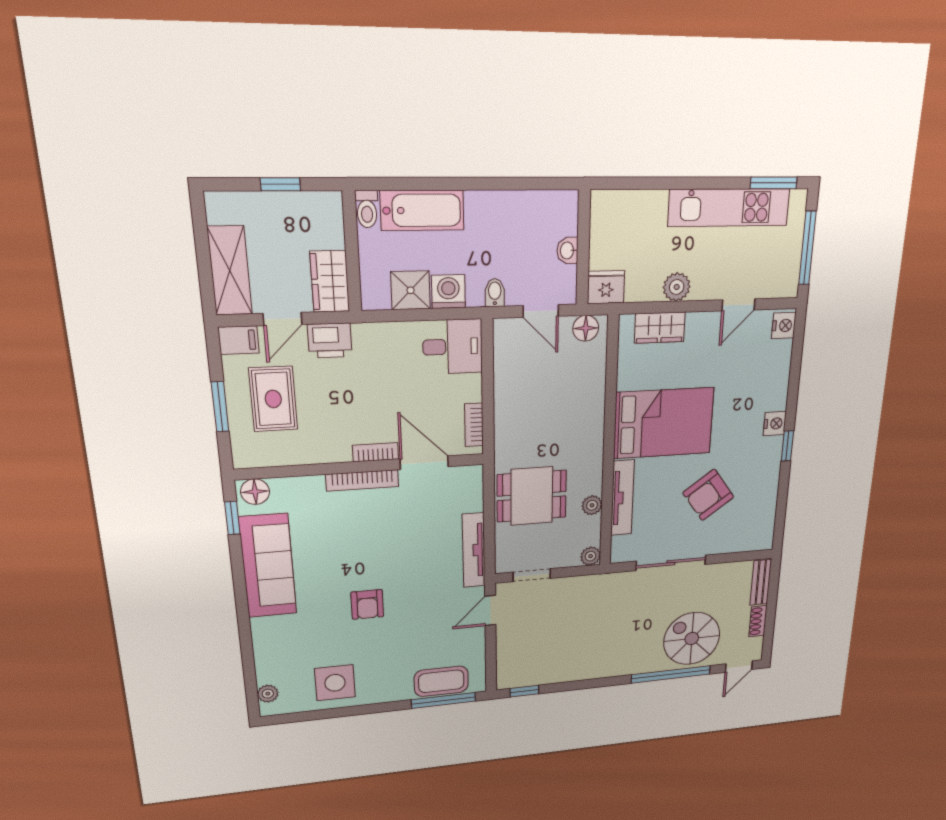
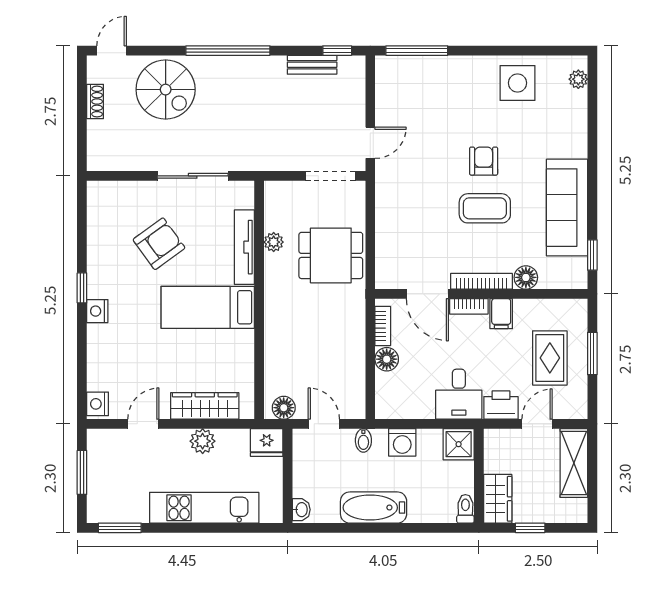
kitchen unit: (729, 208) -> (204, 508), moved
bathtub: (422, 210) -> (374, 508), moved
window: (807, 248) -> (82, 472), width x0.69
washbasin: (568, 251) -> (301, 510), moved
wardrobe: (330, 281) -> (498, 499), moved
shower: (411, 290) -> (459, 444), moved
wardrobe: (660, 328) -> (205, 406), width x1.50
filing cabinet: (238, 340) -> (501, 314), moved, turned -90
desk: (453, 347) -> (459, 394), moved, turned -90
floor lamp: (469, 388) -> (387, 359), added
bed: (664, 423) -> (208, 307), width x0.67
floor lamp: (255, 492) -> (526, 277), moved
tv unit: (474, 550) -> (385, 206), removed
plant: (591, 556) -> (274, 190), removed
doorway: (532, 575) -> (330, 176), width x1.38
bench: (761, 582) -> (312, 65), moved, turned 90
window: (671, 674) -> (228, 51), moved
coffee table: (441, 681) -> (485, 208), moved

